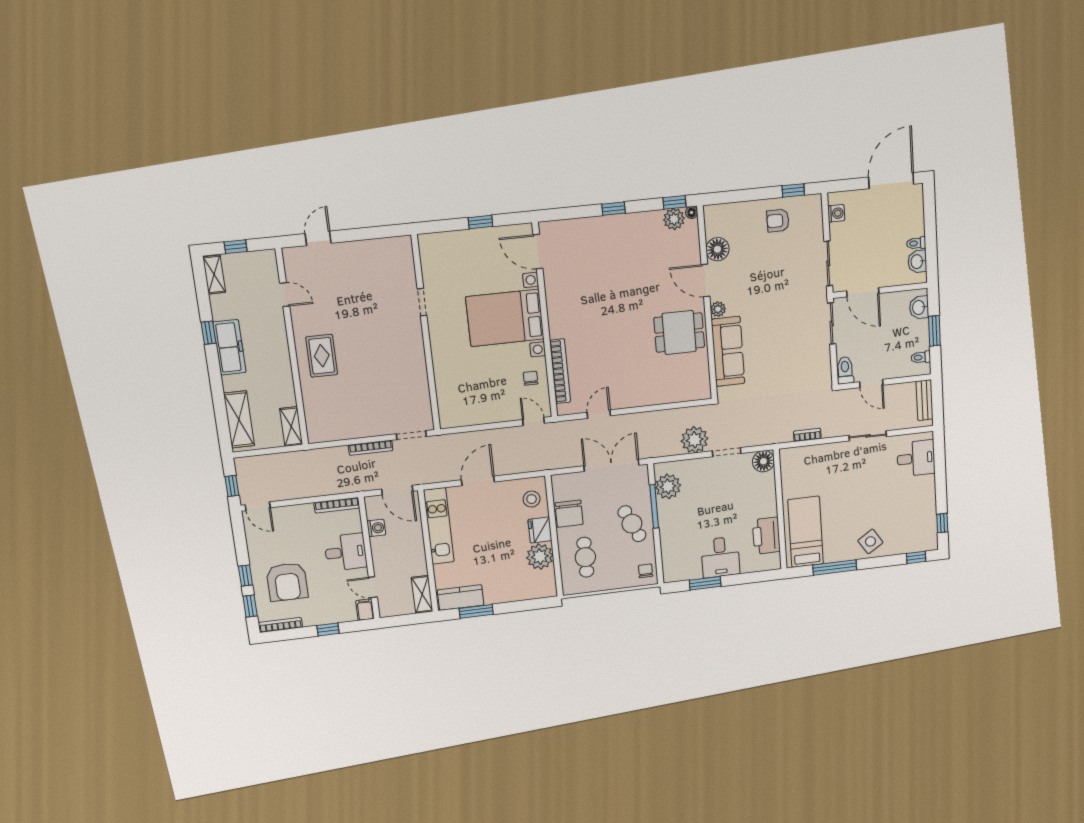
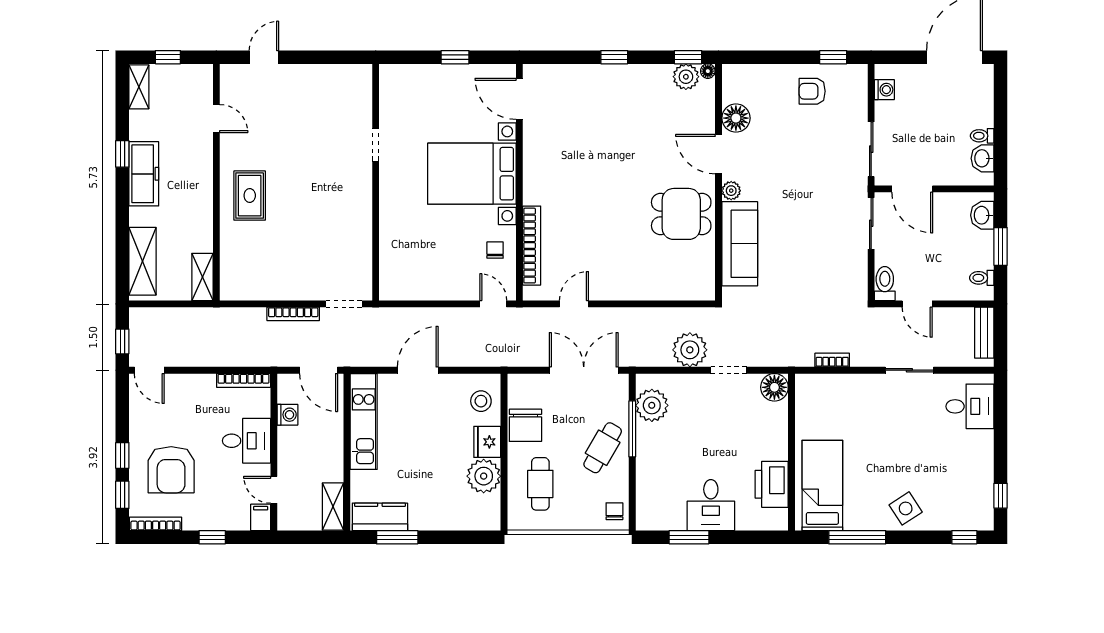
cafe table: (632, 524) -> (603, 448), turned 55

